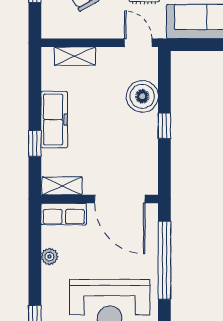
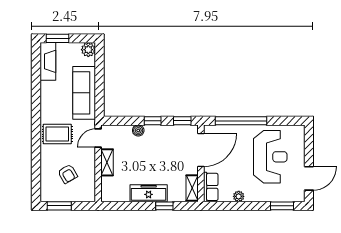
shelving: (75, 56) -> (107, 162), moved
boiler: (142, 96) -> (138, 130), width x0.54, depth x0.54
window: (164, 171) -> (182, 121), added

